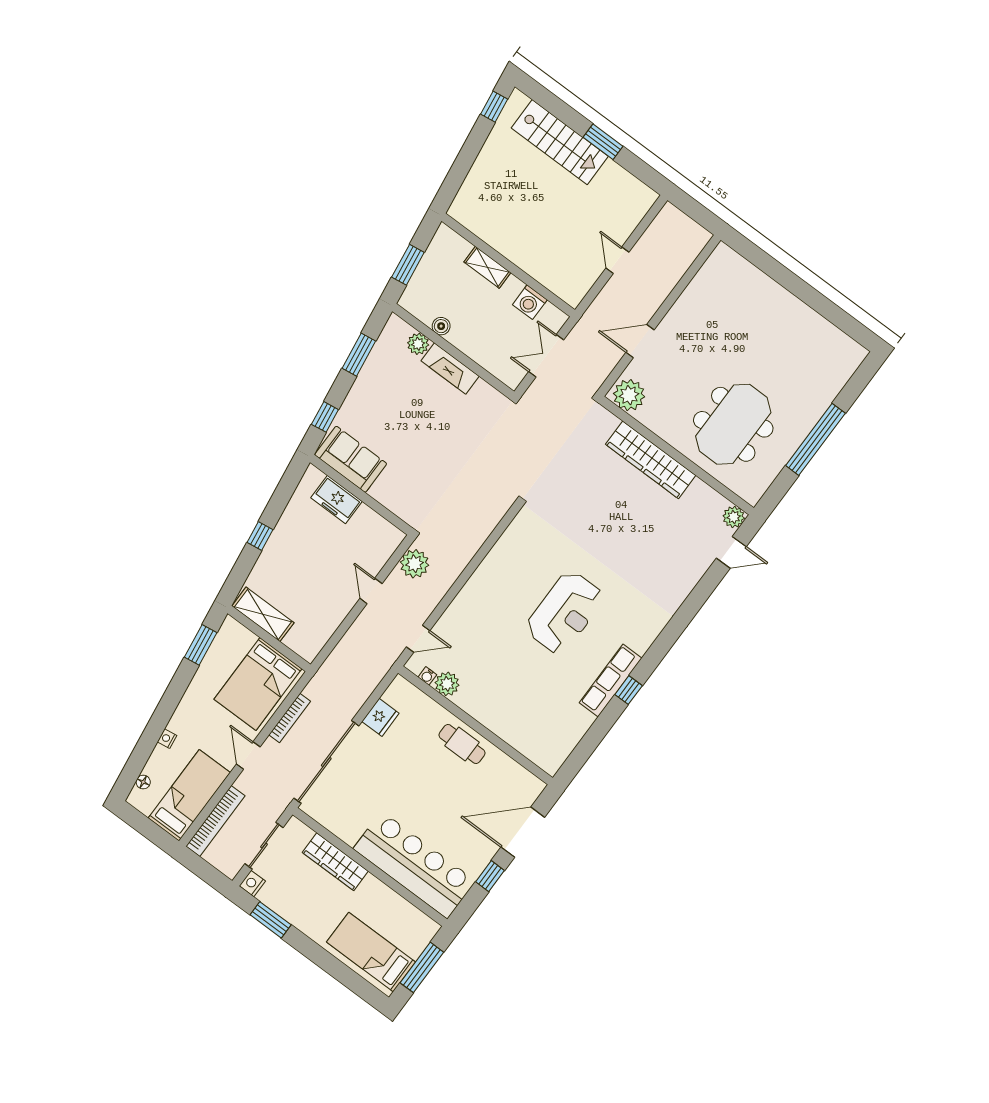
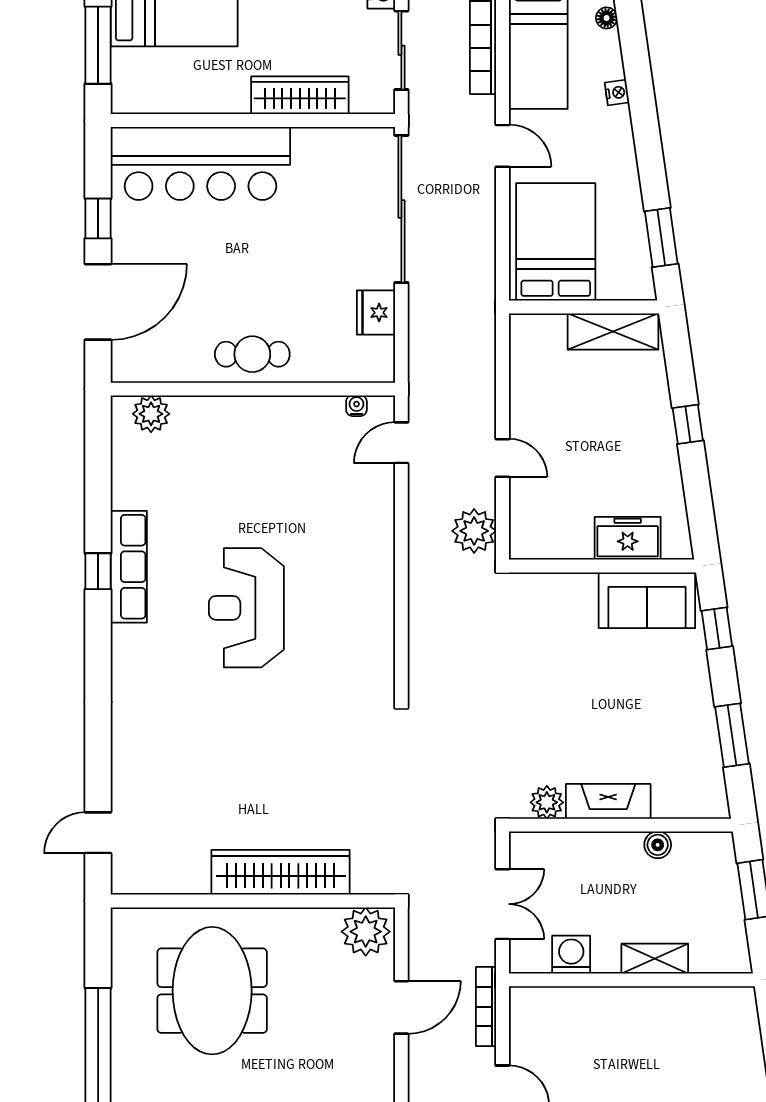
plant: (418, 344) -> (547, 802), moved
plant: (734, 517) -> (127, 878), removed
plant: (447, 684) -> (151, 414), moved
bookcase: (290, 718) -> (486, 1007), moved

